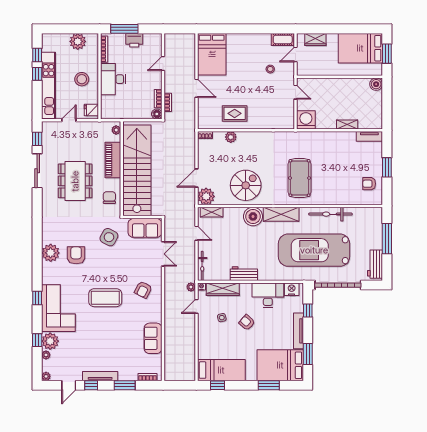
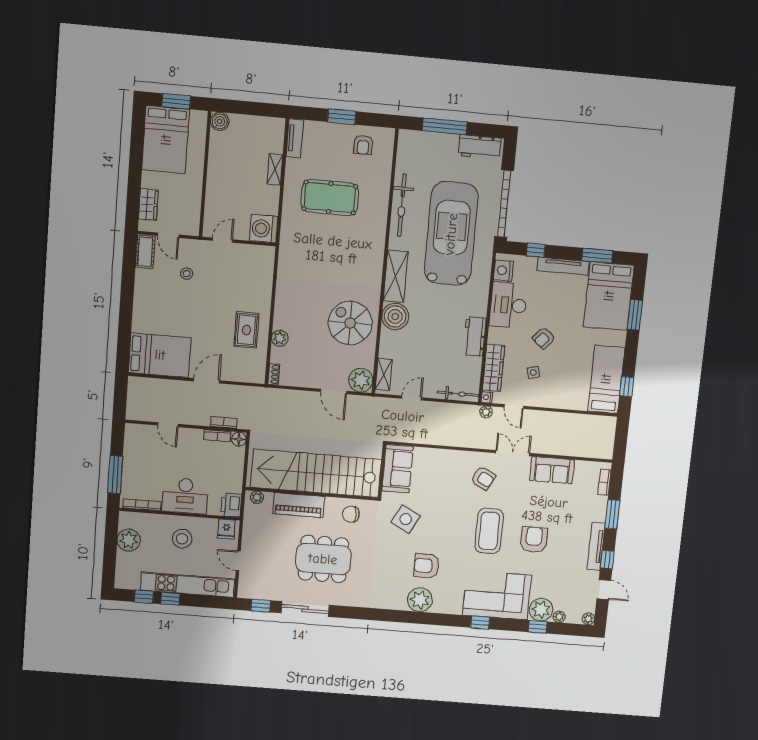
printer: (134, 40) -> (231, 505), moved, turned 180
pool table: (300, 178) -> (330, 198), moved
car: (314, 250) -> (451, 234), turned 180
double door: (163, 254) -> (513, 453), moved
armchair: (101, 331) -> (534, 540), added

